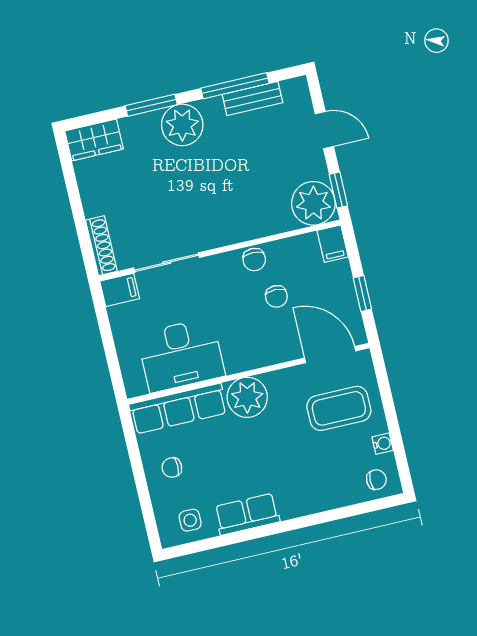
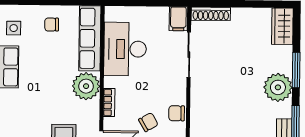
chair: (276, 296) -> (148, 122), turned 150
bookcase: (262, 359) -> (109, 103), added
chair: (172, 468) -> (52, 25), turned -91

